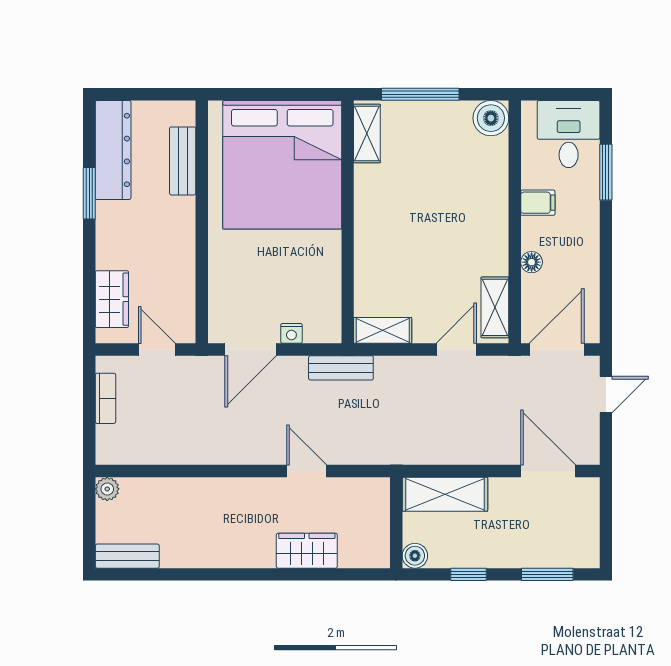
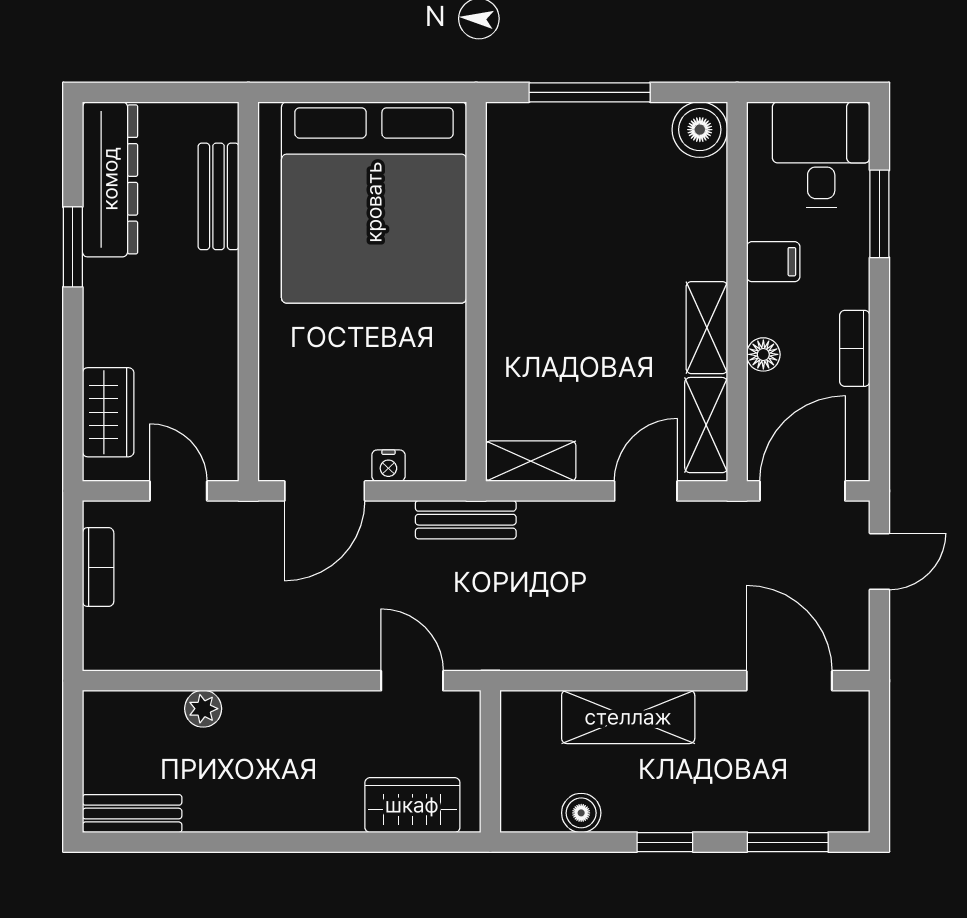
shelving: (367, 133) -> (707, 328), moved
bookcase: (590, 258) -> (855, 348), added
plant: (107, 489) -> (203, 709), moved
wall: (396, 523) -> (490, 761), moved

